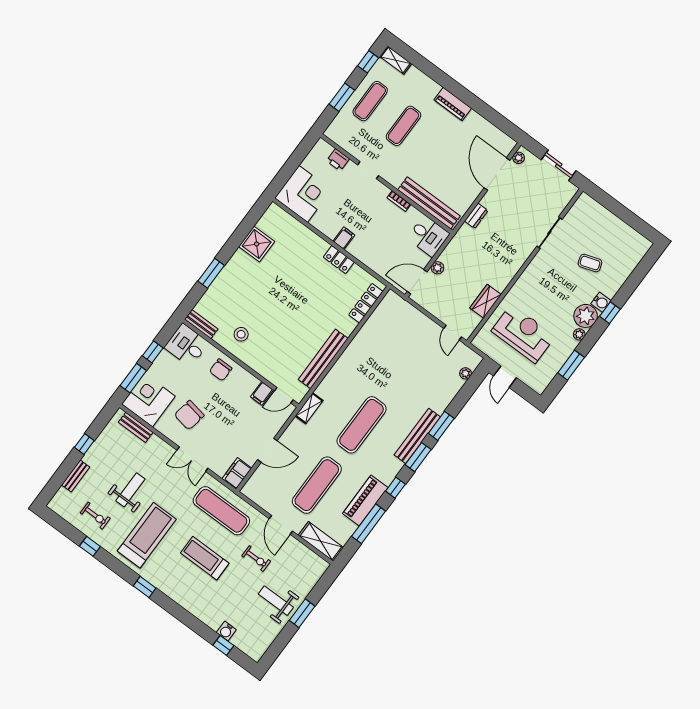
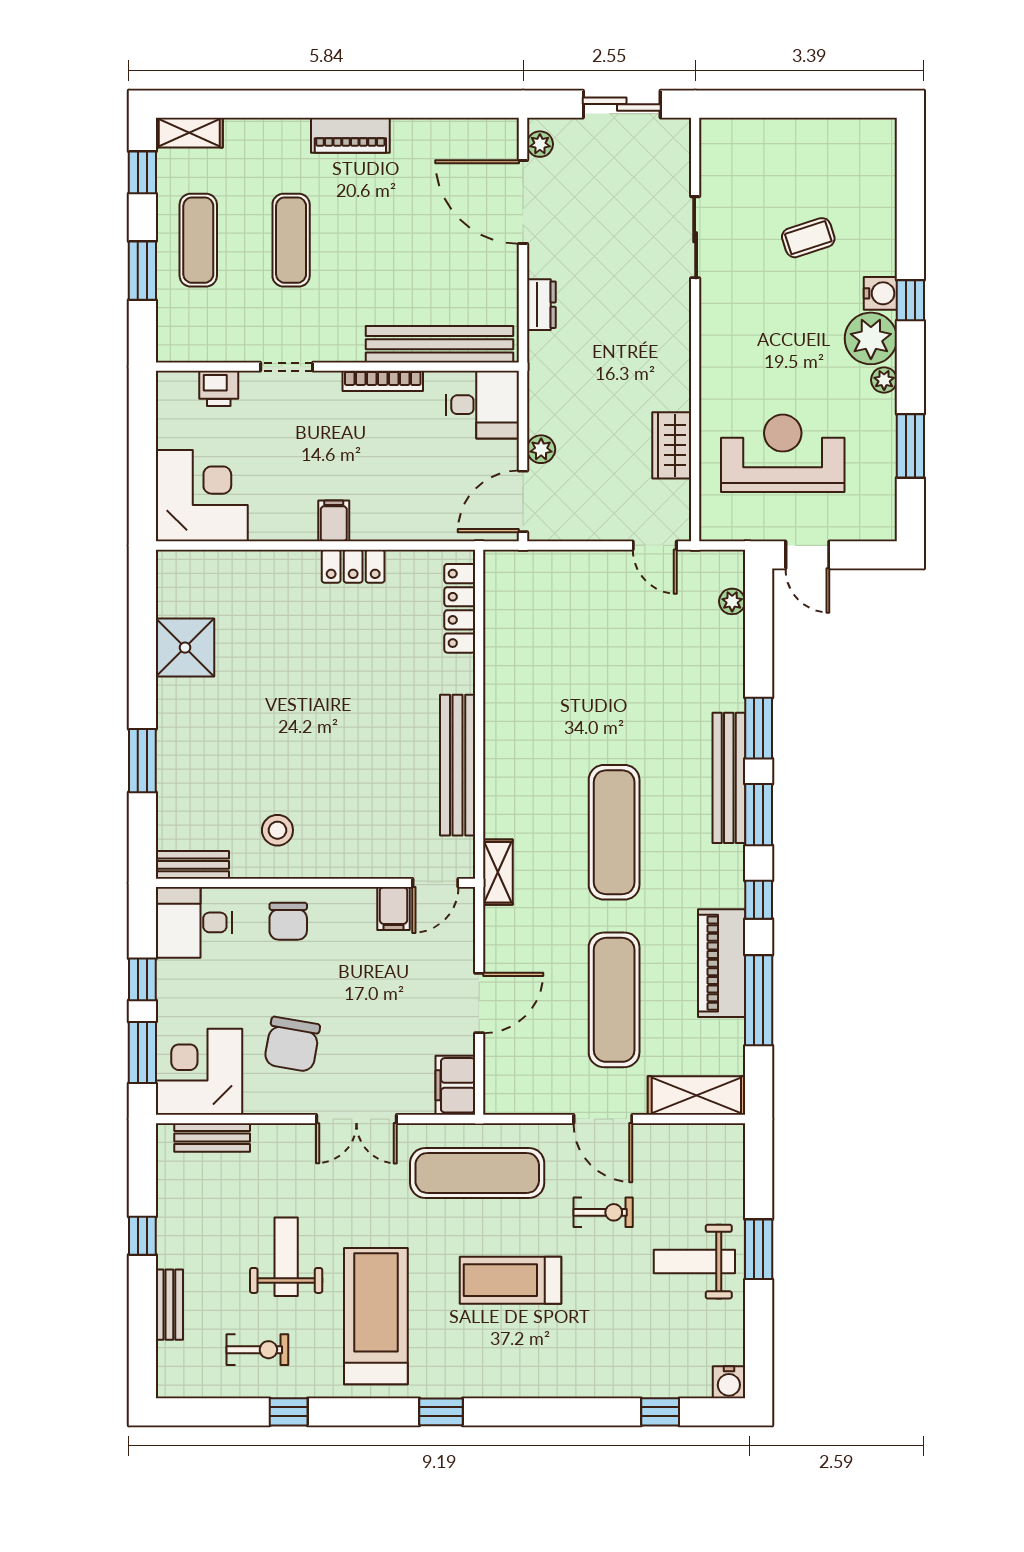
bookcase: (399, 201) -> (383, 381), width x1.56
water cooler: (226, 631) -> (729, 1382), moved

